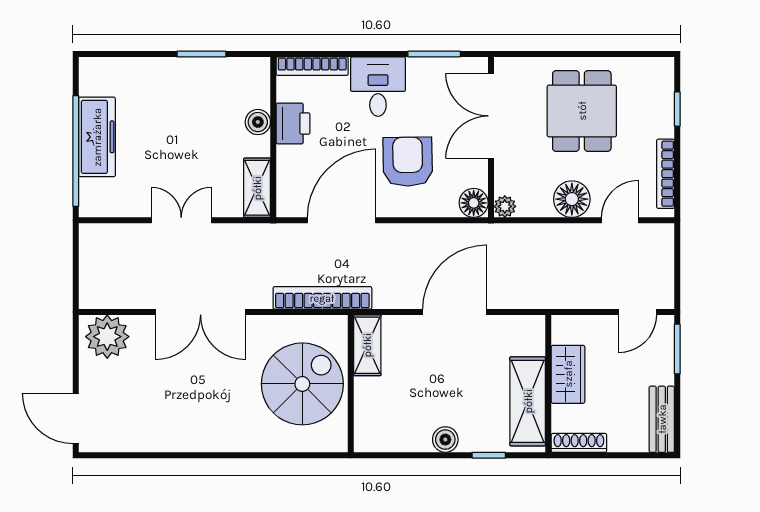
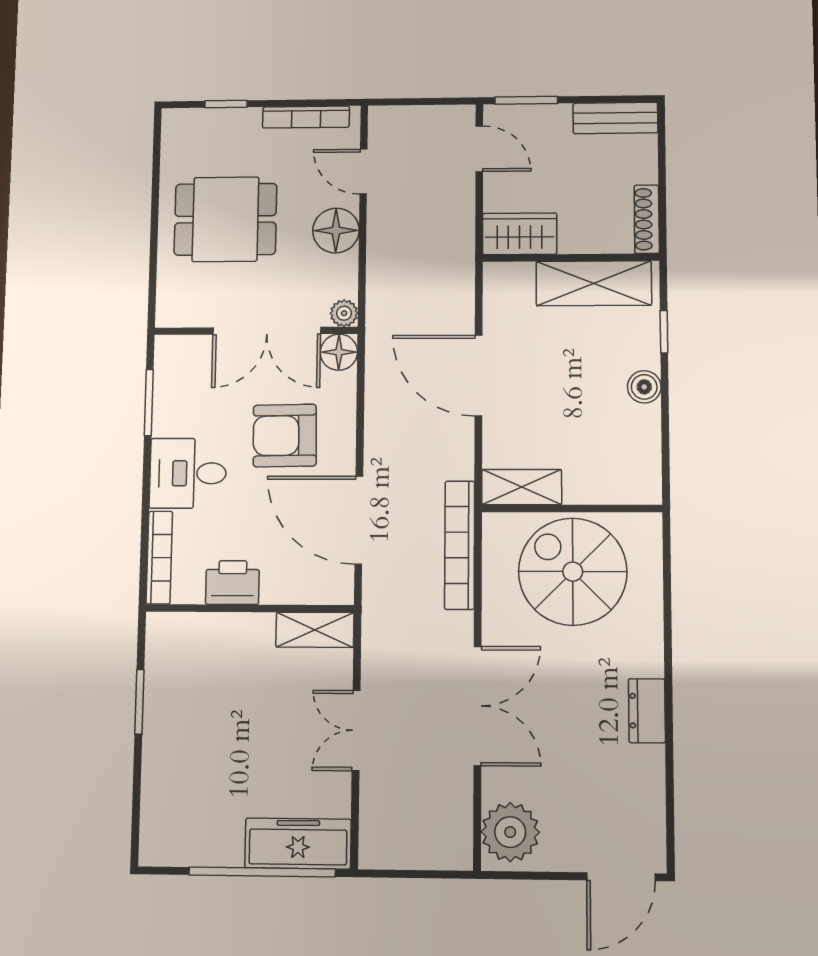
double door: (491, 116) -> (267, 331), moved
boiler: (258, 122) -> (229, 628), removed
freezer: (97, 137) -> (298, 844), moved
wardrobe: (568, 374) -> (520, 234), moved
dresser: (198, 439) -> (647, 711), added

